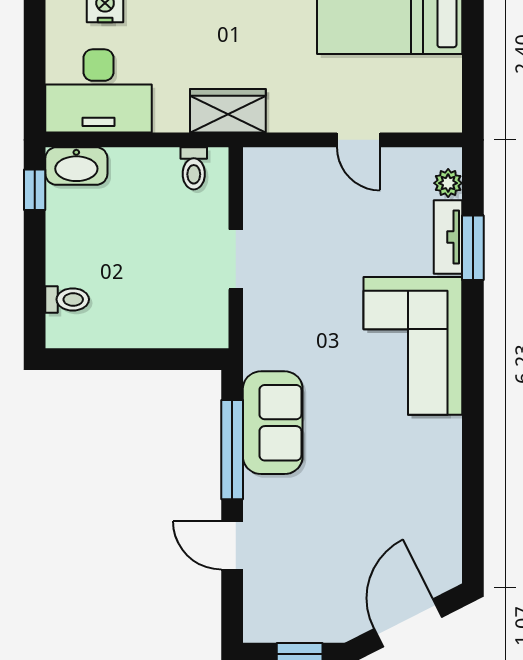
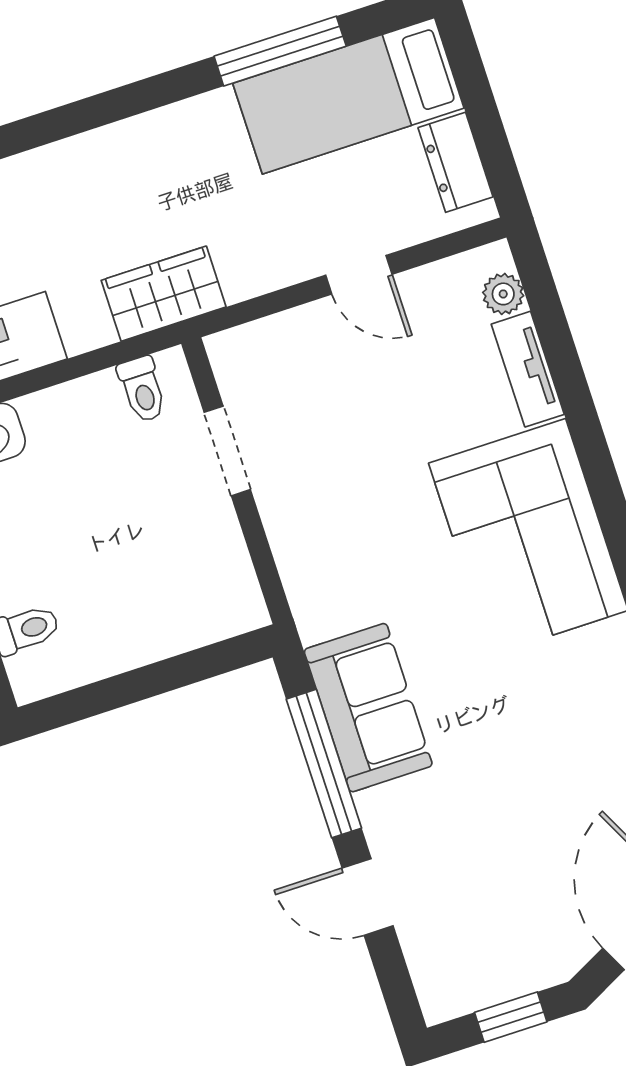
dresser: (445, 87) -> (456, 162), added
window: (473, 248) -> (567, 373), removed
doorway: (236, 259) -> (227, 451), moved

